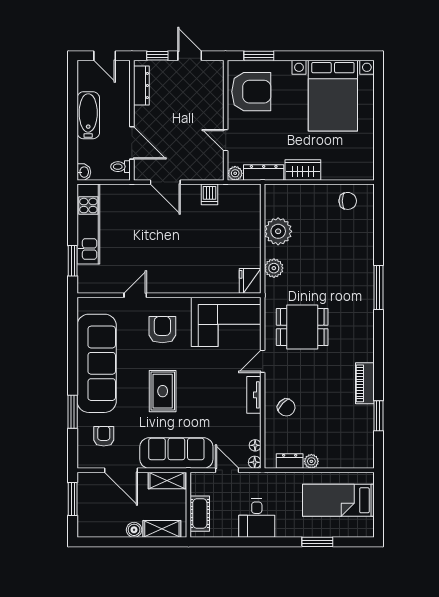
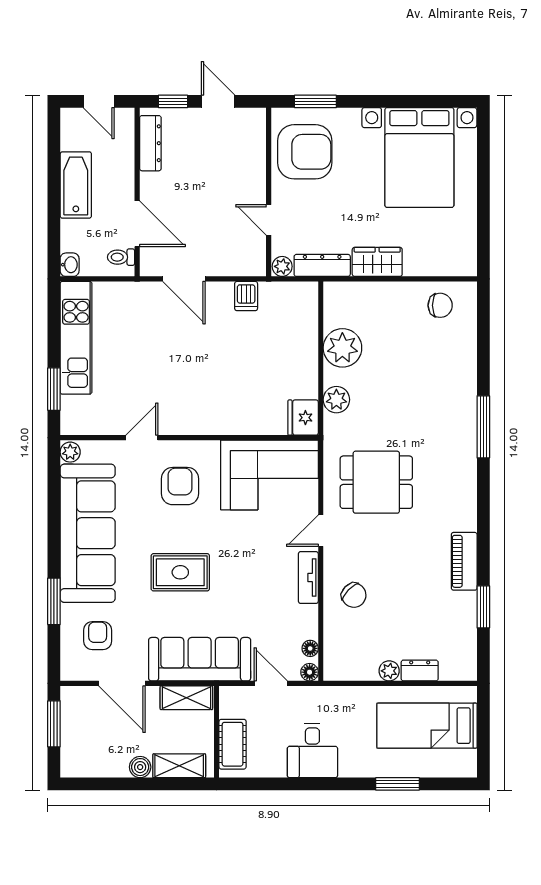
plant: (84, 305) -> (70, 452), added
rug: (163, 391) -> (180, 572), turned 90
dresser: (290, 461) -> (420, 671), moved

